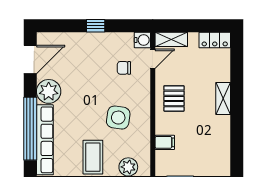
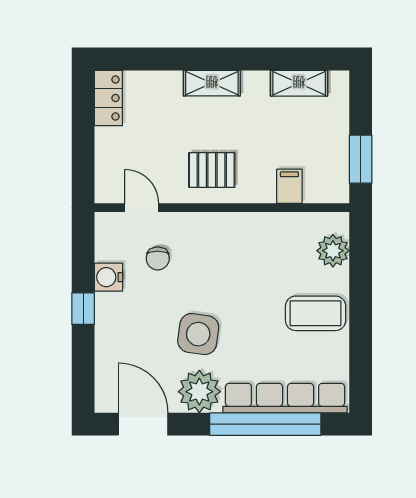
shelving: (171, 39) -> (299, 83), moved, turned 90
water cooler: (142, 40) -> (109, 277), moved, turned -90
side table: (118, 118) -> (198, 334), moved

